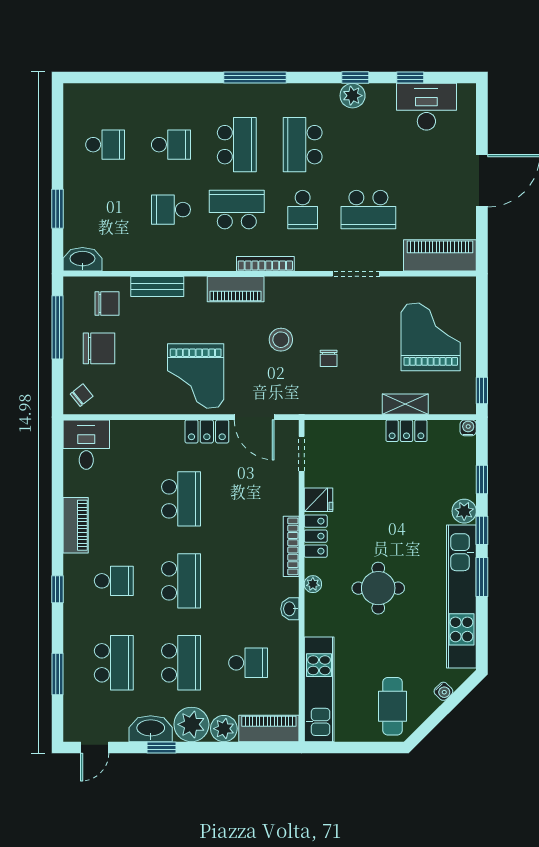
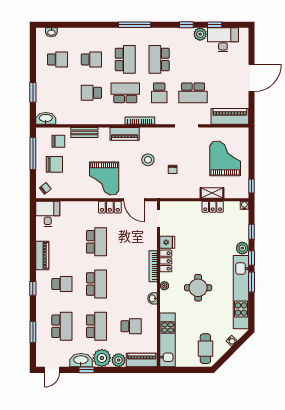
washbasin: (93, 92) -> (51, 32), added
plant: (353, 96) -> (200, 34), moved

